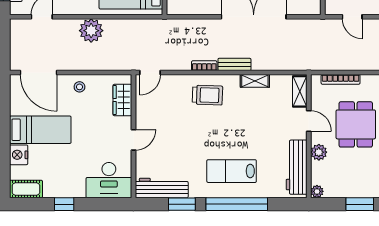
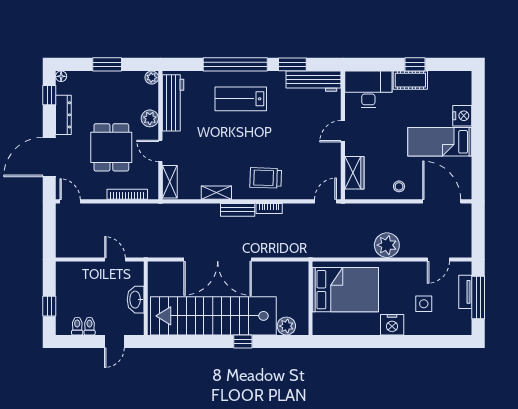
lab bench: (232, 171) -> (241, 99), turned 180
cot: (26, 189) -> (410, 80), moved

